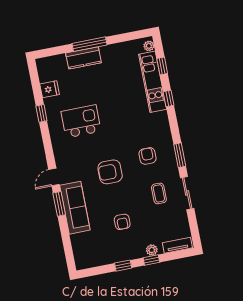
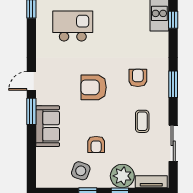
sliding door: (187, 193) -> (173, 143), moved
sofa: (75, 208) -> (48, 126), width x0.73
side table: (113, 248) -> (81, 171), added
plant: (152, 250) -> (122, 176), width x1.88, depth x1.88

